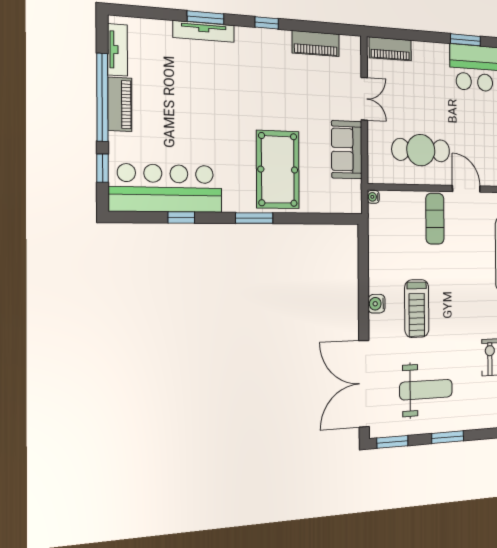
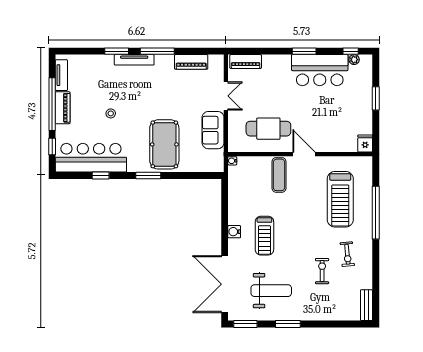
window: (267, 23) -> (157, 51), width x2.17
tv unit: (204, 31) -> (134, 60), moved
stool: (197, 117) -> (111, 113), added

